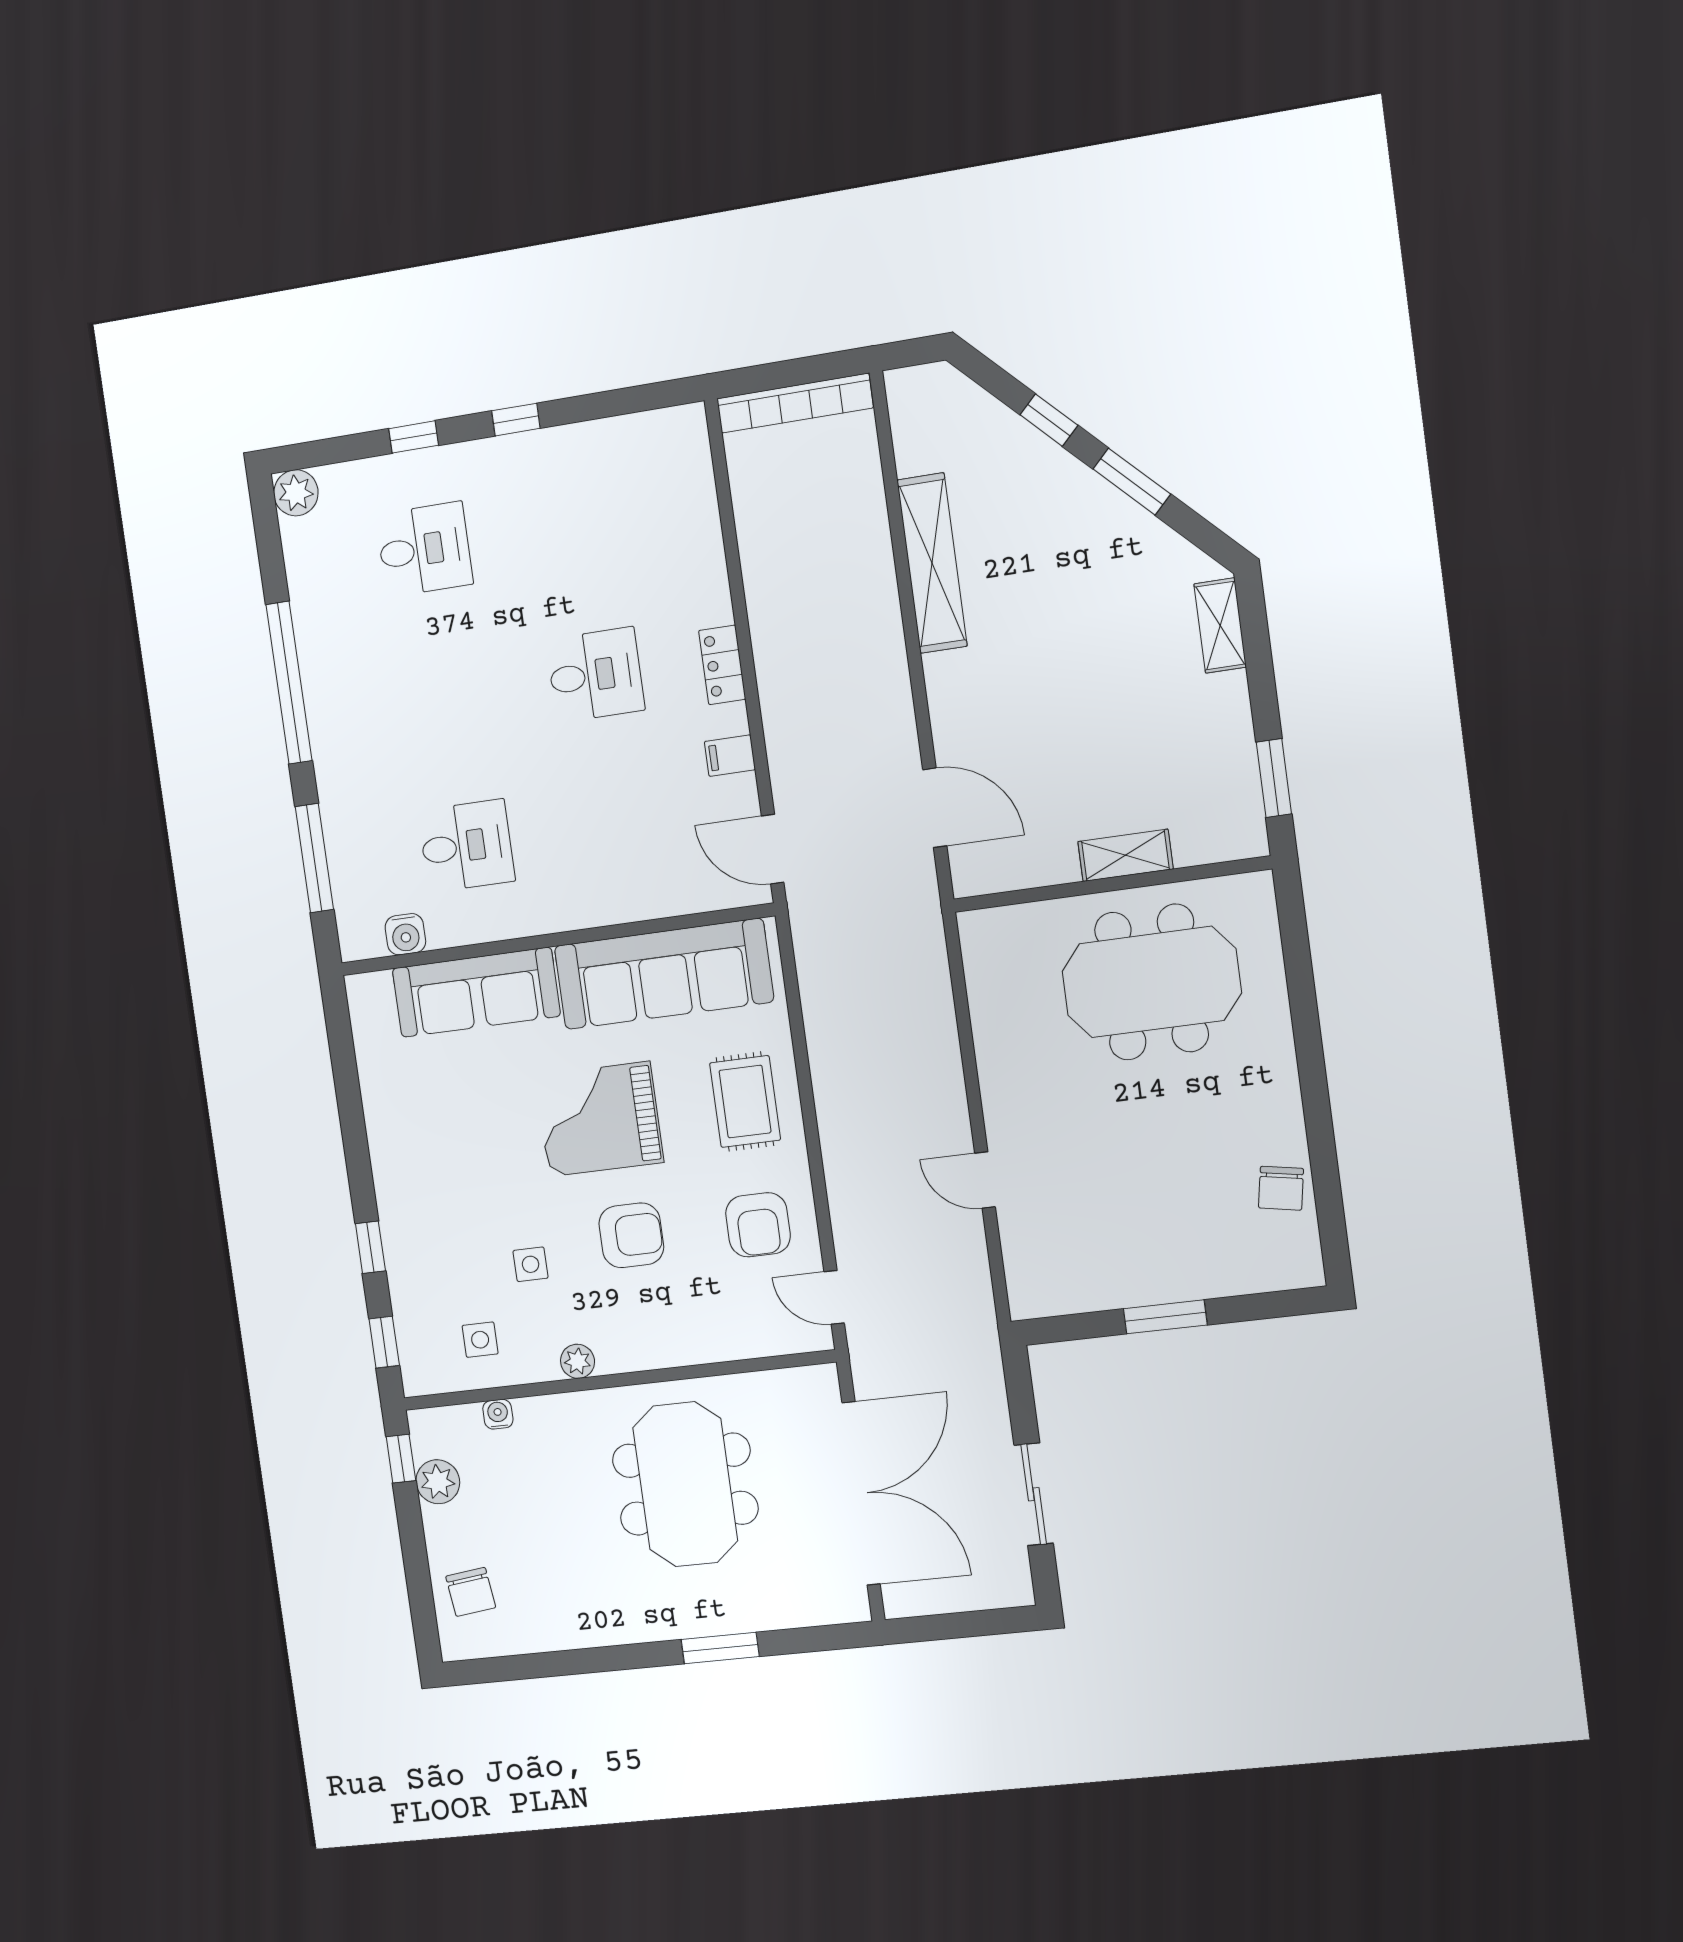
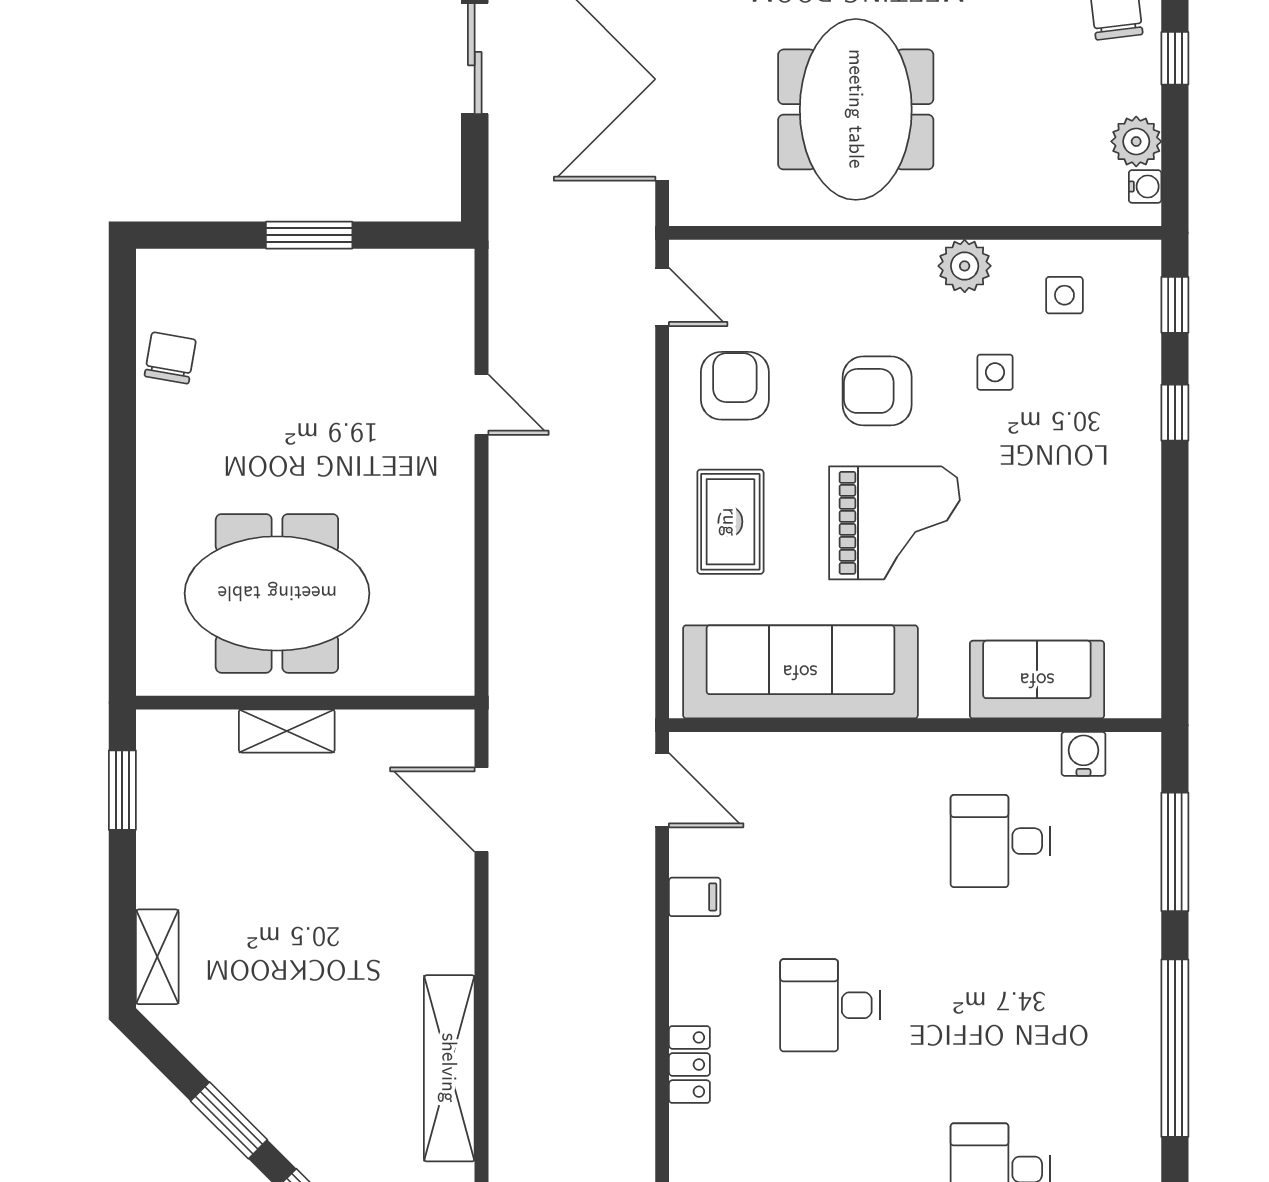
locker: (722, 665) -> (689, 1065), moved
sofa: (476, 992) -> (1037, 680), width x0.73
plant: (578, 1361) -> (965, 266), width x1.38, depth x1.38
water cooler: (498, 1414) -> (1145, 186), moved, turned -90
window: (401, 1459) -> (1175, 58), moved

